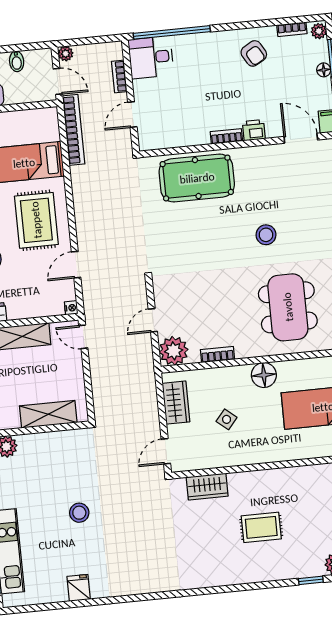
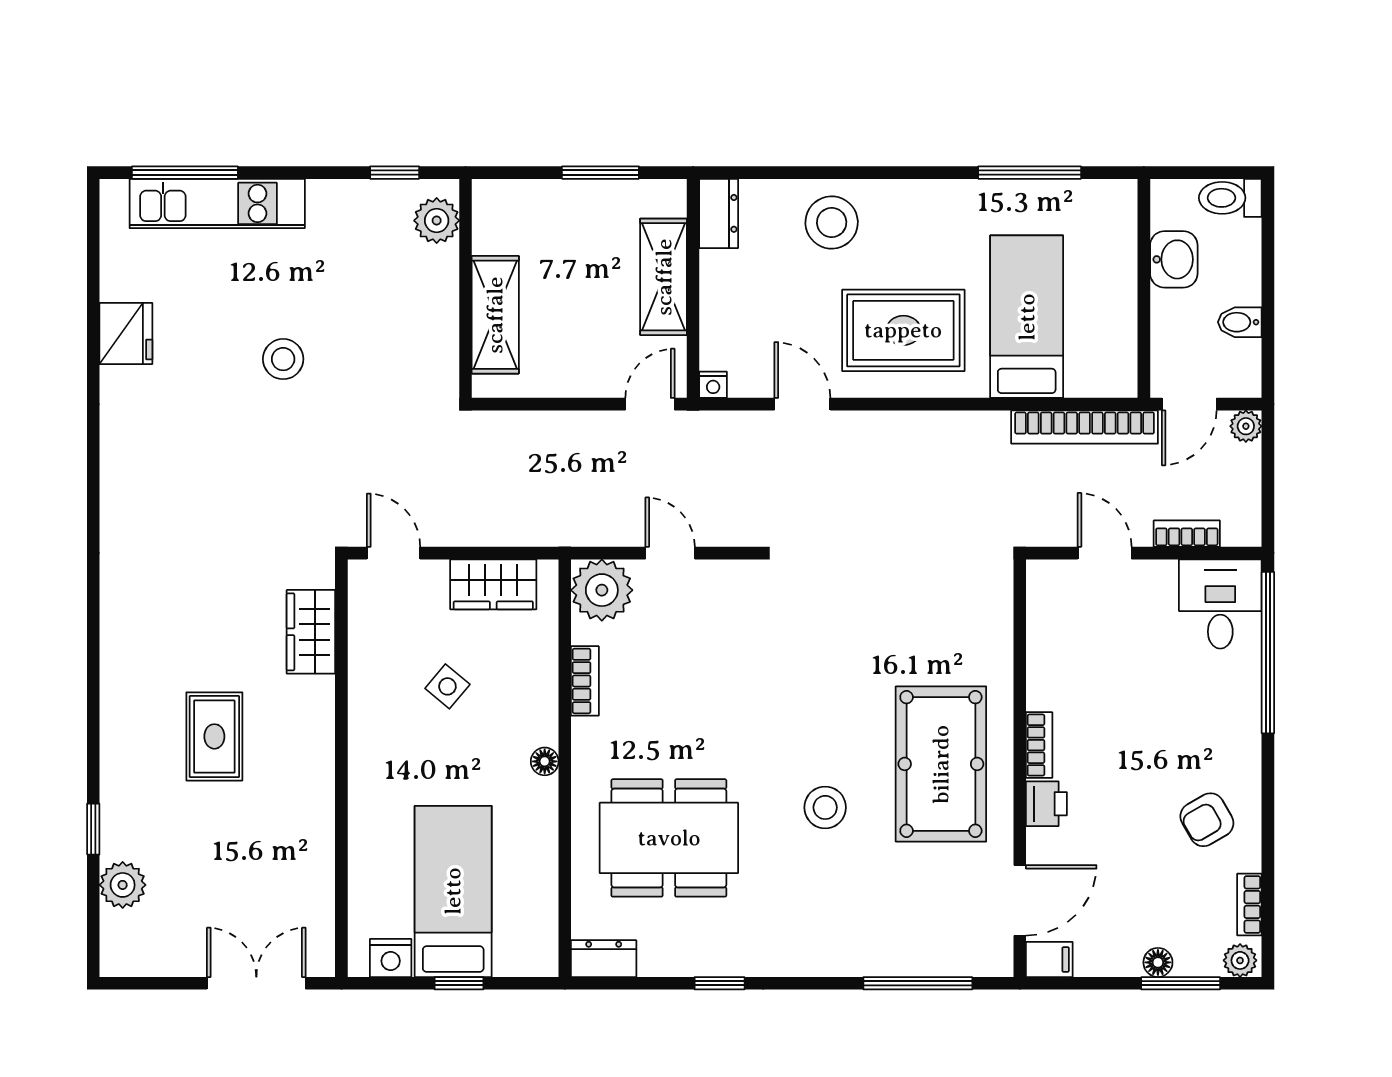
pool table: (197, 178) -> (941, 764), moved
floor lamp: (264, 375) -> (545, 761), width x0.53, depth x0.53
fridge: (79, 588) -> (126, 334), width x1.38

